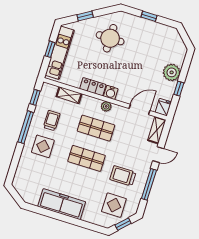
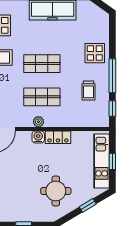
shelving: (69, 95) -> (79, 121), removed
display table: (43, 146) -> (95, 53), moved

